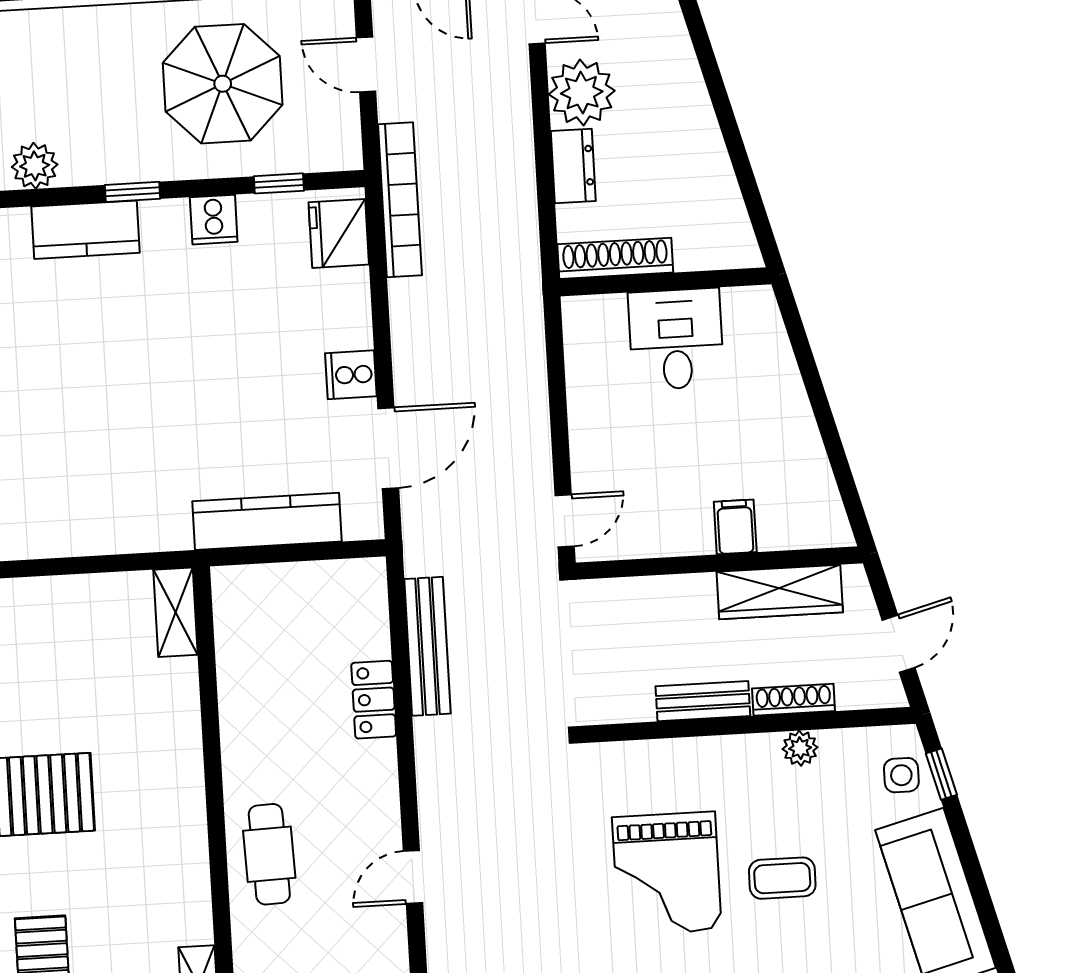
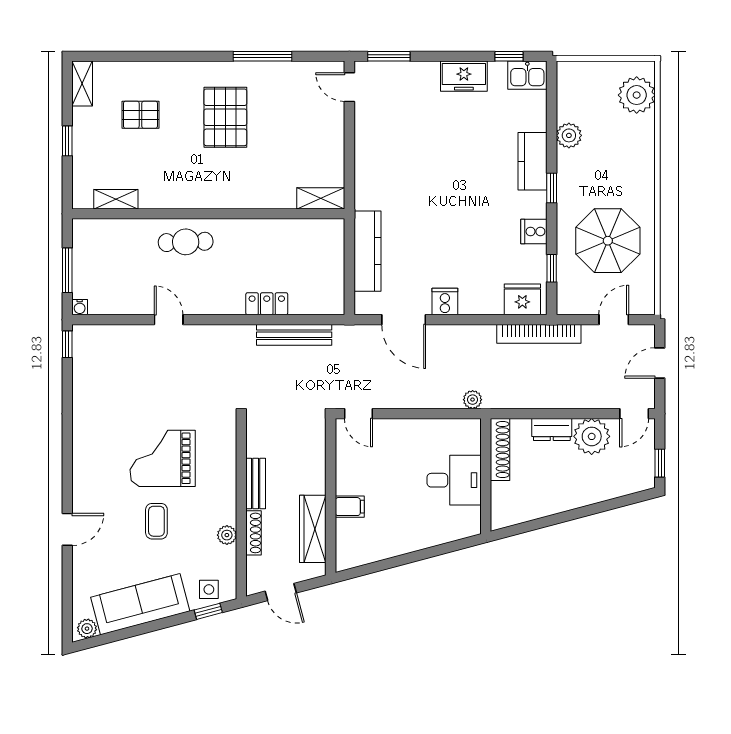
plant: (527, 314) -> (473, 400), added

